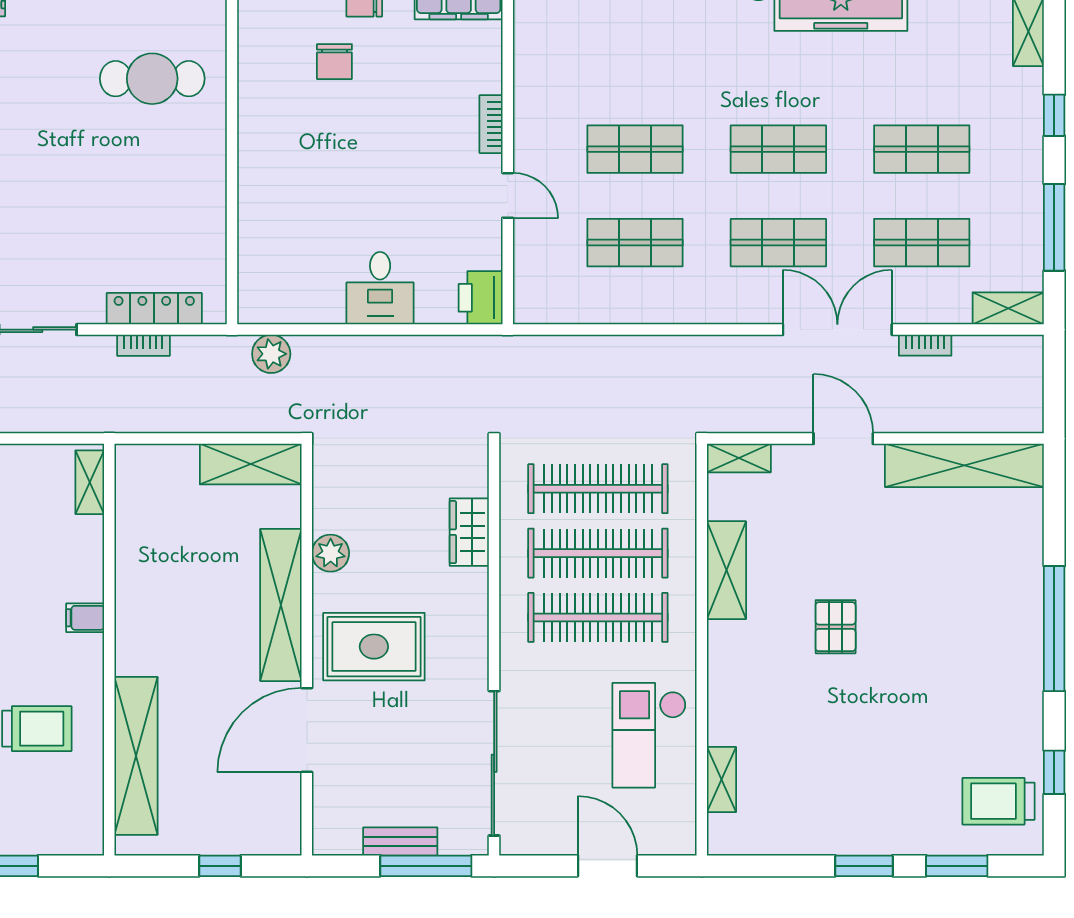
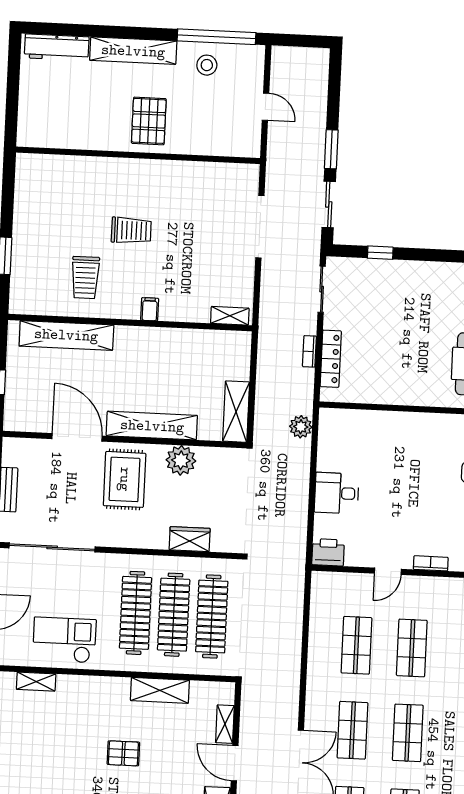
door: (843, 439) -> (235, 763), swing flipped
shelving: (739, 458) -> (225, 724), moved
plant: (331, 553) -> (181, 460), width x1.36, depth x1.36

